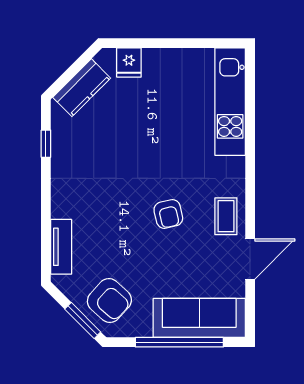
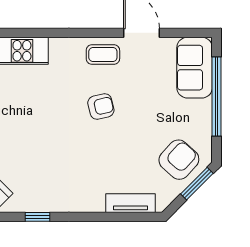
sofa: (199, 318) -> (195, 68), width x0.73

